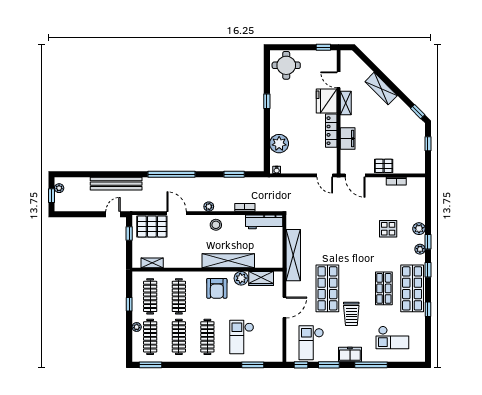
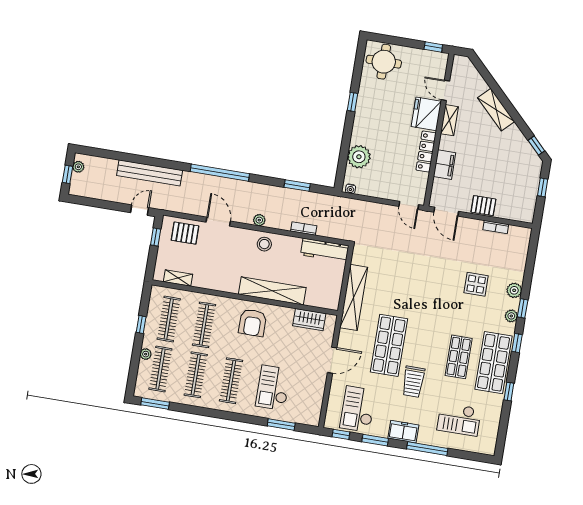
pallet: (152, 226) -> (185, 233), width x0.67, depth x0.71
plant: (241, 278) -> (285, 315), removed

